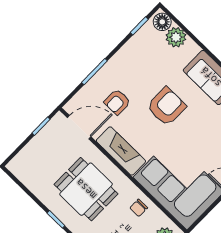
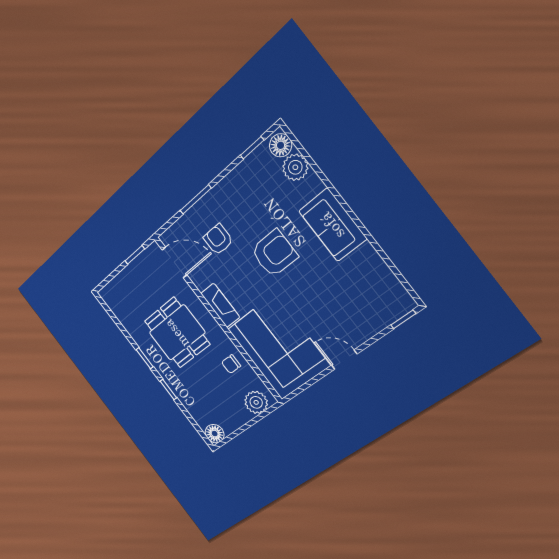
armchair: (117, 102) -> (218, 239), turned 90
fireplace: (121, 151) -> (220, 305), width x0.73, depth x0.76

